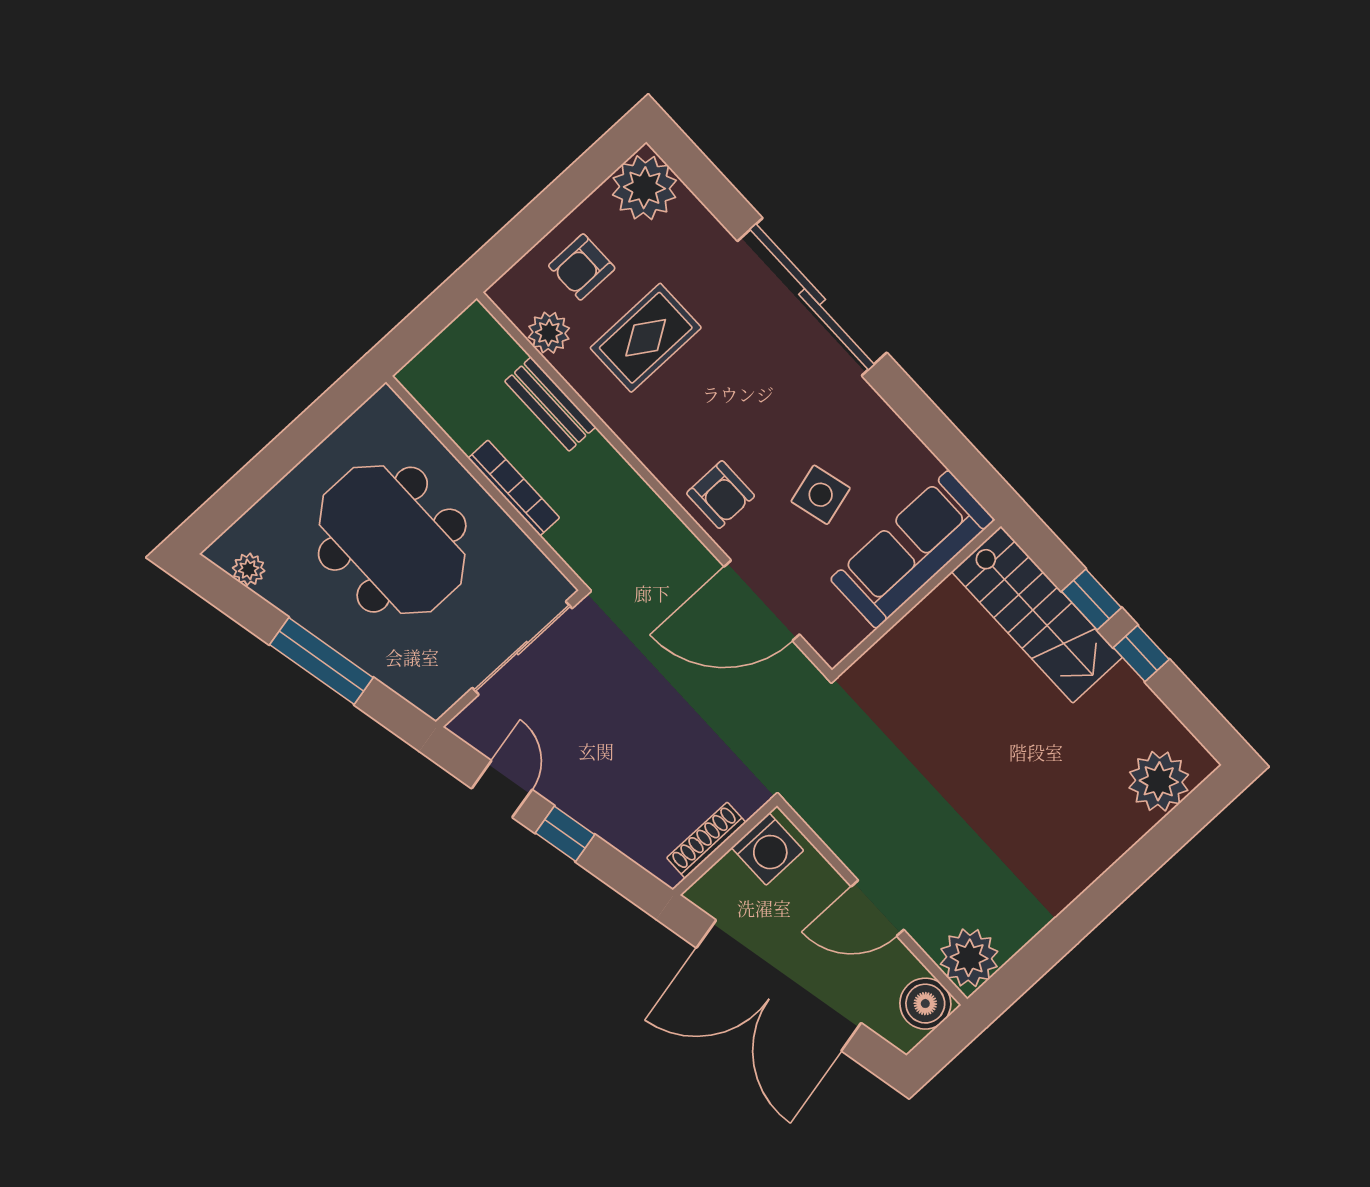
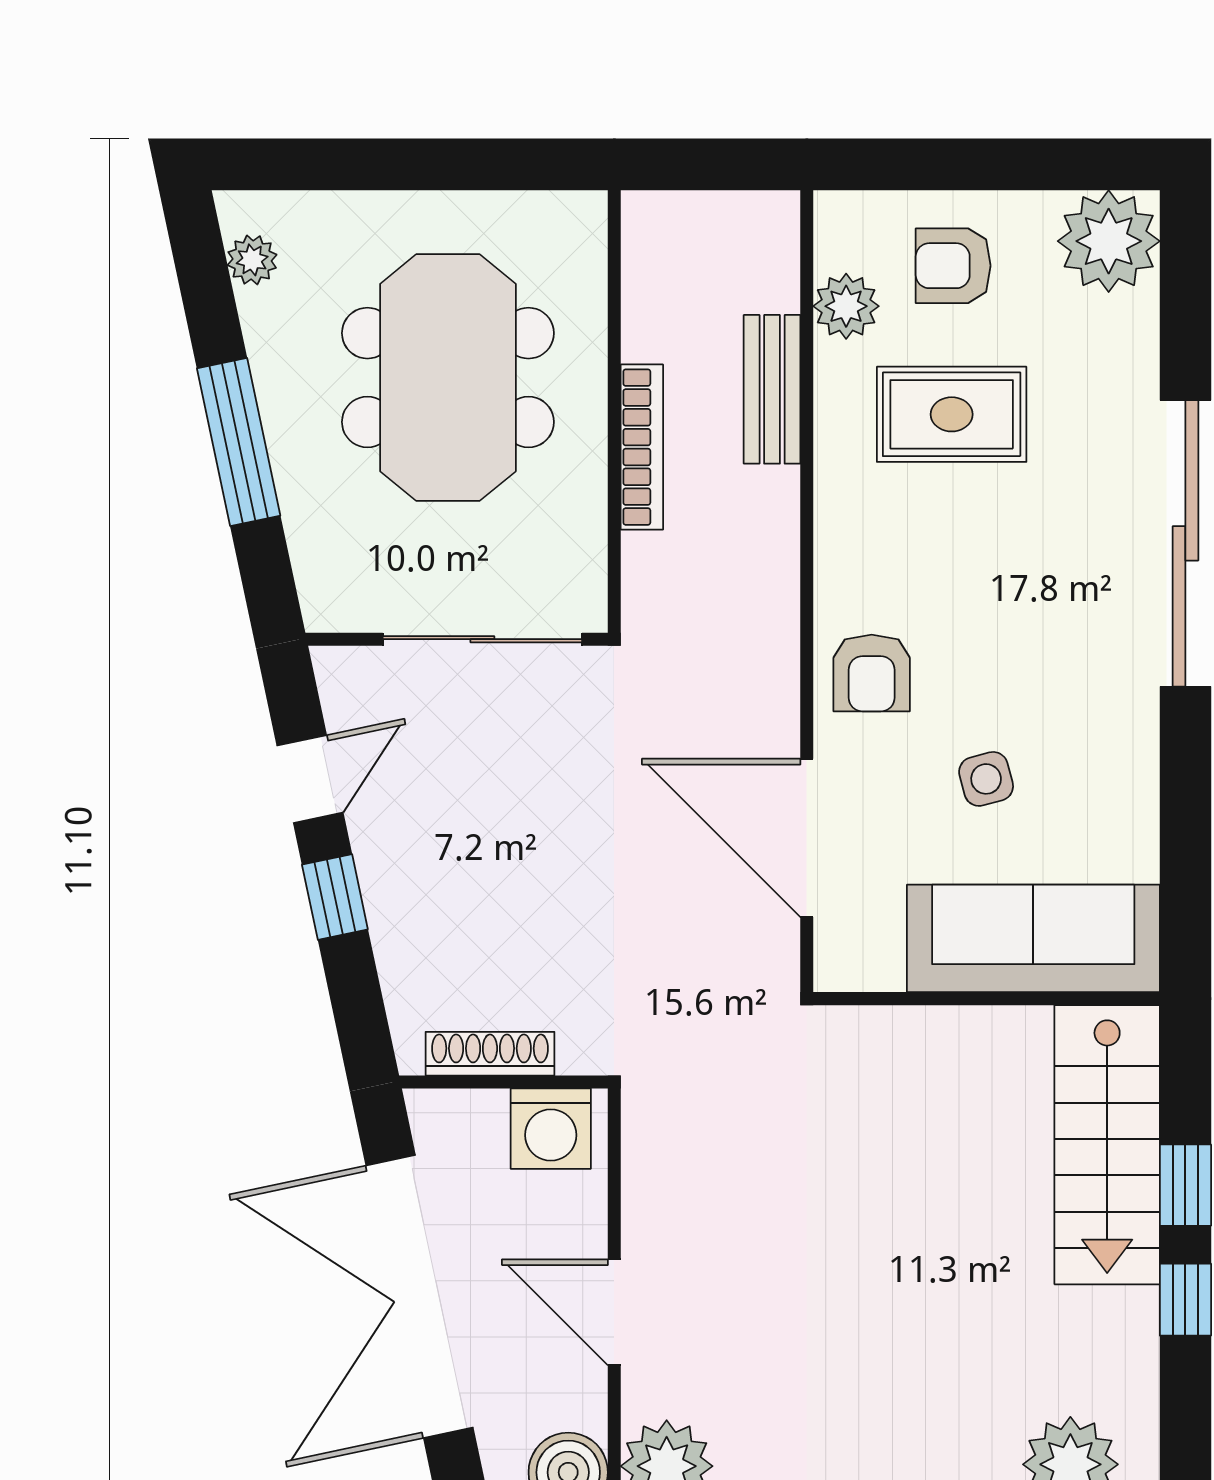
side table: (821, 495) -> (986, 779), width x0.73, depth x0.73

